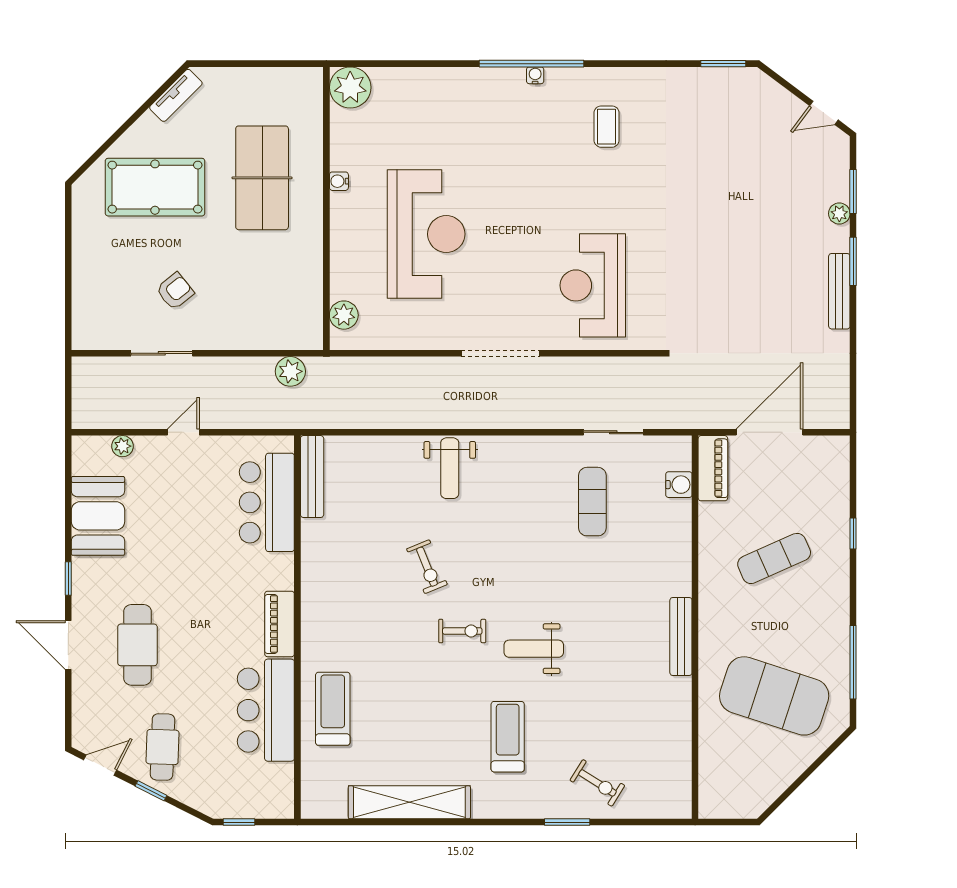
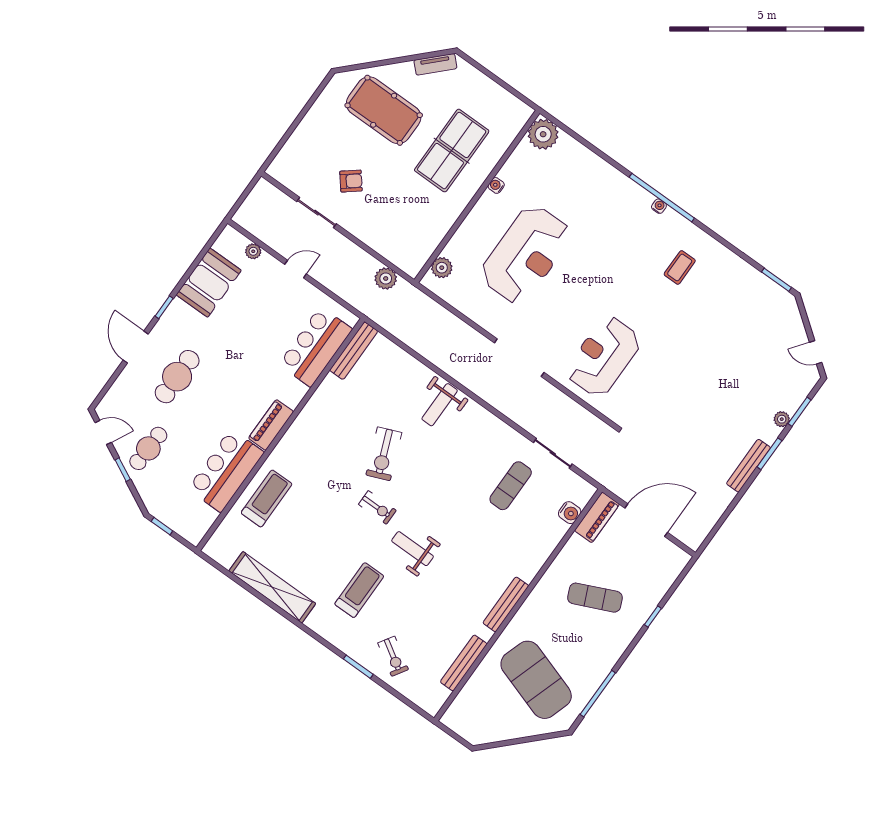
exercise bike: (427, 567) -> (384, 454), width x1.38, depth x1.39
bench: (681, 735) -> (464, 663), added

